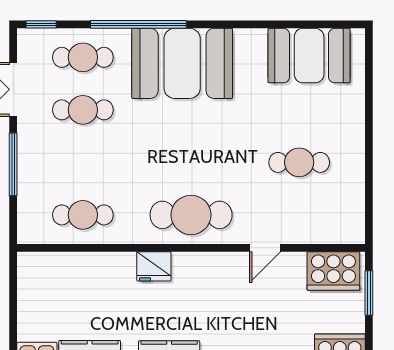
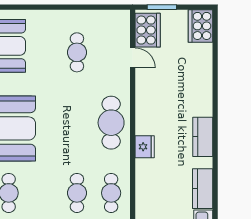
cafe table: (83, 110) -> (77, 193), moved
door: (265, 248) -> (133, 58), moved

